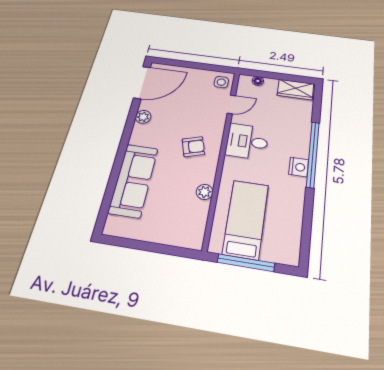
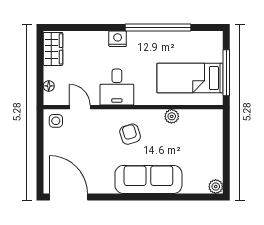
plant: (143, 117) -> (216, 187), moved
window: (313, 154) -> (158, 27), moved
nightstand: (299, 167) -> (118, 39), moved
sofa: (133, 180) -> (148, 179), moved

